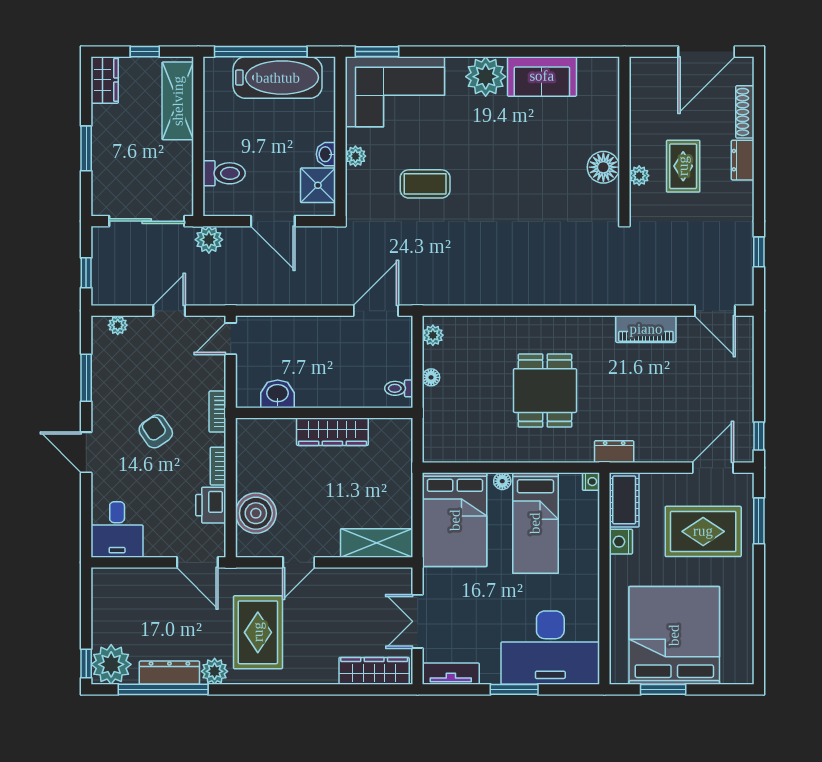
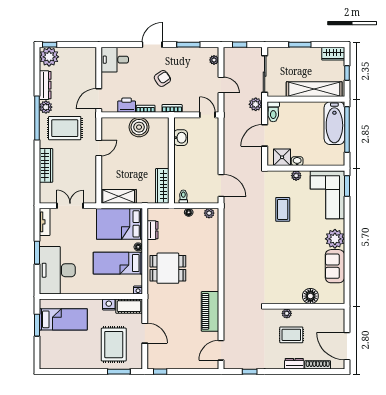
bathtub: (278, 78) -> (334, 123), moved
shelving: (178, 101) -> (314, 89), width x1.47
floor lamp: (603, 167) -> (310, 296), moved
toilet: (224, 173) -> (273, 112), moved
piano: (646, 329) -> (210, 311), width x1.37, depth x1.33
dining table: (545, 391) -> (168, 268), moved
wardrobe: (332, 432) -> (162, 186), moved
dresser: (614, 452) -> (153, 230), moved
door: (713, 468) -> (145, 333), moved
boiler: (256, 513) -> (139, 127), moved
shelving: (377, 543) -> (119, 196), moved, turned 90
door: (299, 562) -> (99, 148), swing flipped
bed: (674, 635) -> (63, 319), width x0.49
wardrobe: (374, 671) -> (46, 165), moved
window: (163, 689) -> (37, 118), moved

